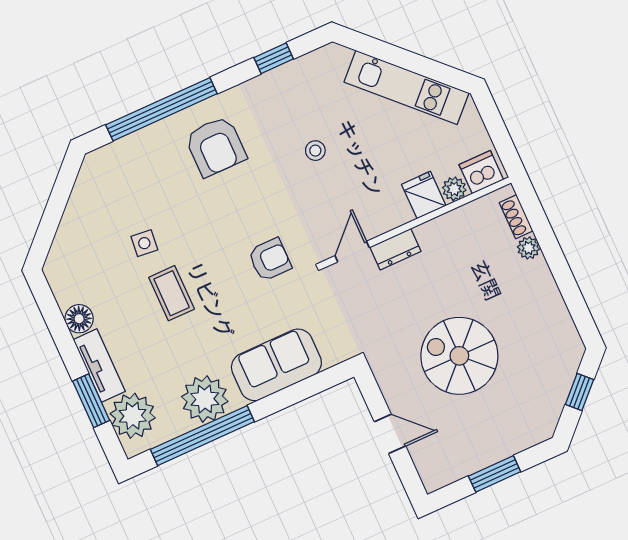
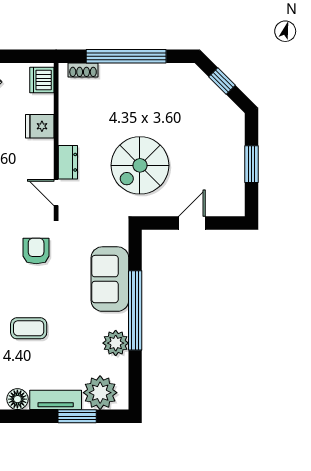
plant: (454, 189) -> (45, 104), removed
plant: (528, 248) -> (108, 71), removed
window: (557, 262) -> (126, 56), added
spiral stairs: (459, 356) -> (140, 165), moved
plant: (205, 399) -> (116, 343), width x0.73, depth x0.73
window: (202, 436) -> (135, 310), moved

